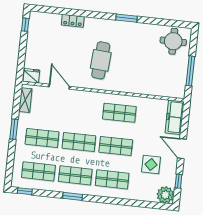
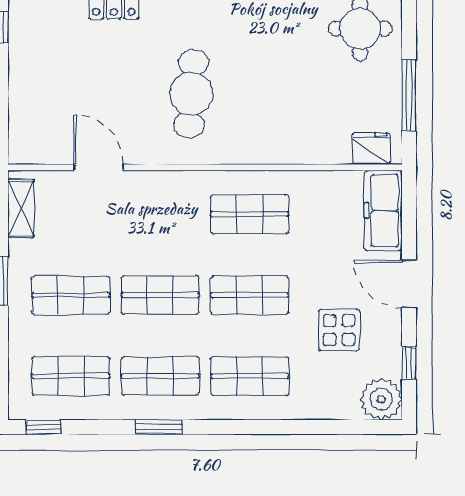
fridge: (31, 76) -> (371, 149), moved

